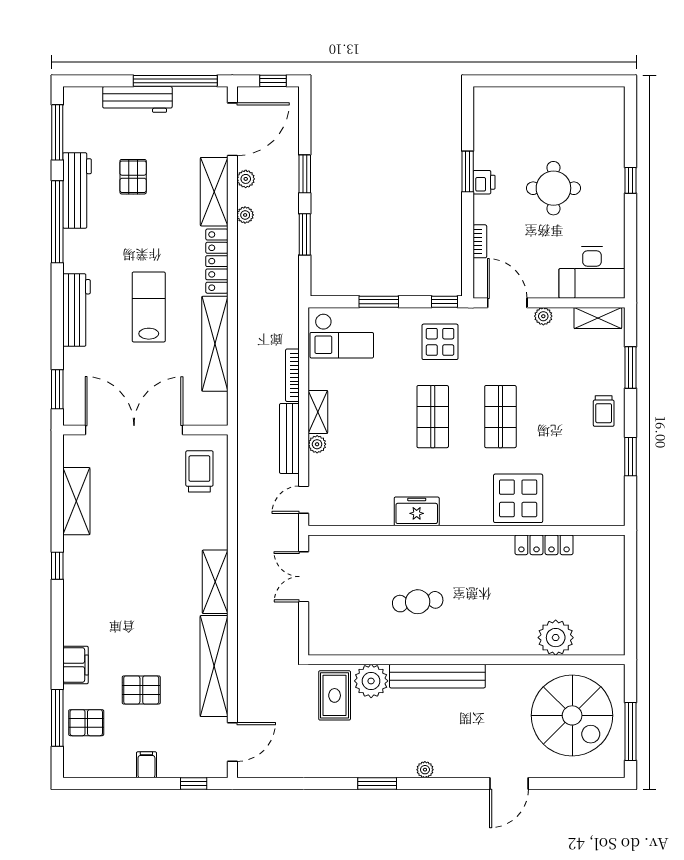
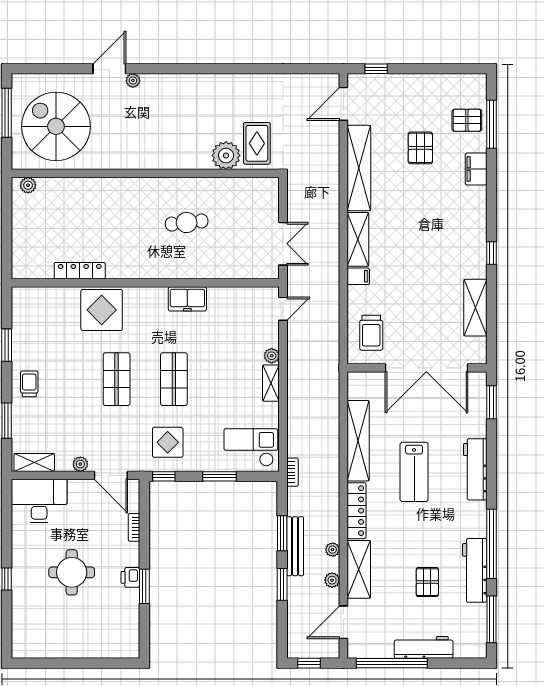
door: (232, 129) -> (343, 622), width x0.73
bookcase: (292, 375) -> (292, 472), moved, width x0.64
bench: (289, 438) -> (295, 546), moved
plant: (556, 638) -> (28, 185), moved, width x0.53, depth x0.53
bench: (437, 676) -> (170, 160), removed
pallet: (141, 690) -> (420, 148), turned 90
filing cabinet: (146, 765) -> (358, 276), moved, turned -90
plant: (425, 770) -> (133, 81), moved
window: (377, 784) -> (221, 69), removed

